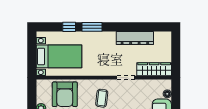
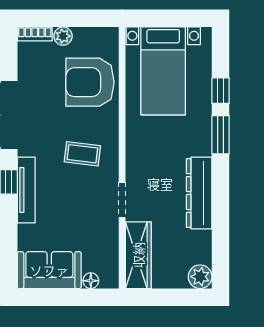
plant: (165, 37) -> (200, 277), added
dresser: (135, 38) -> (199, 193), moved

